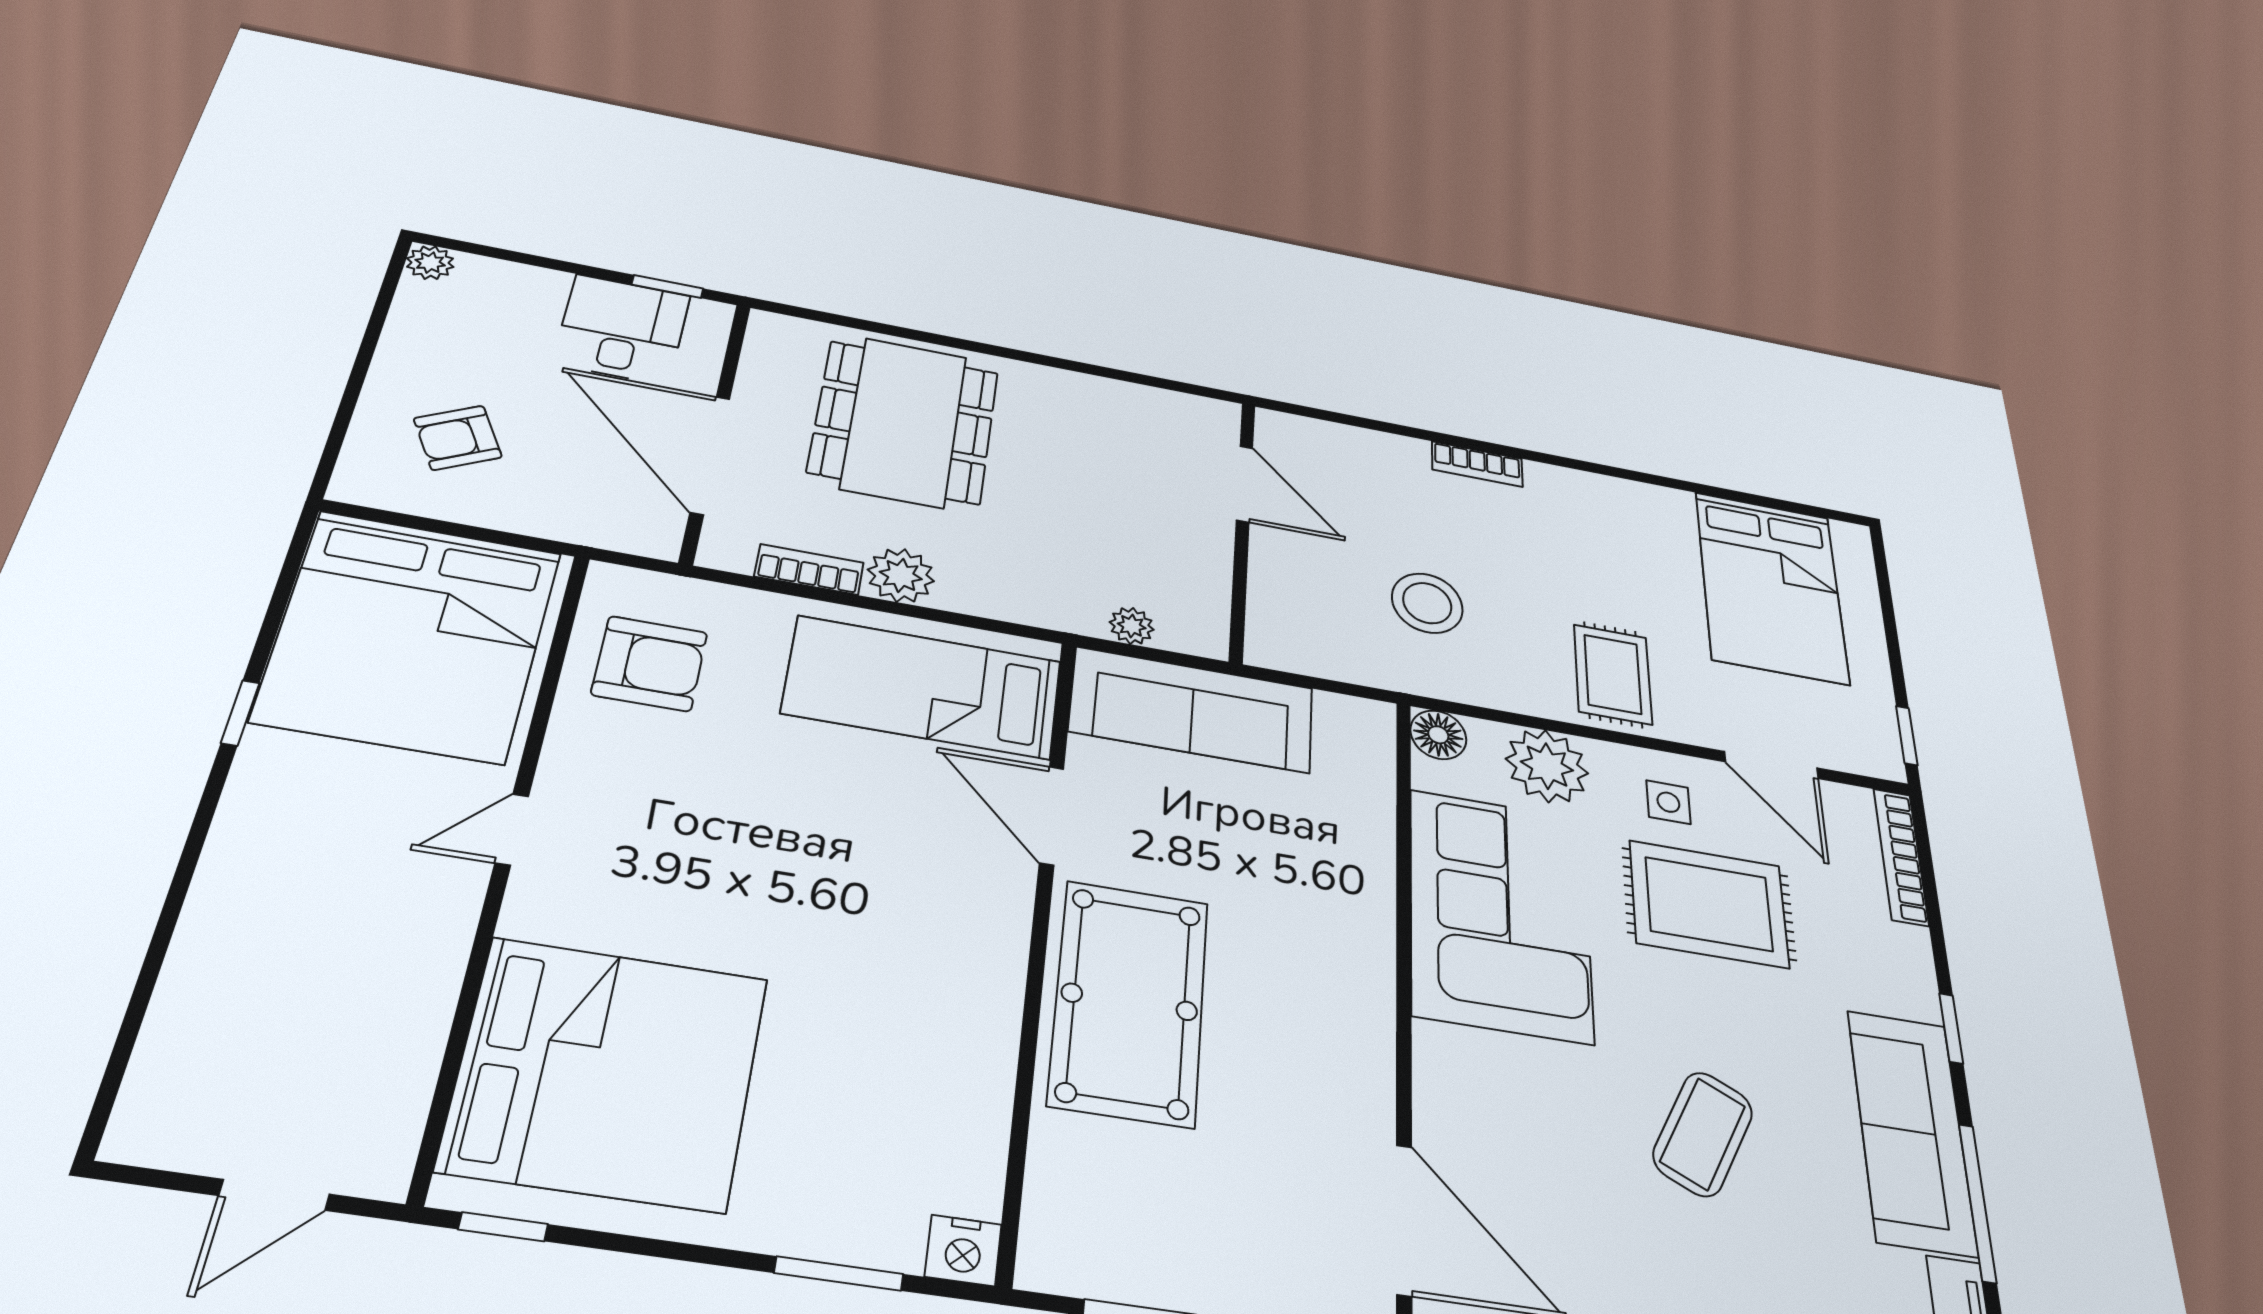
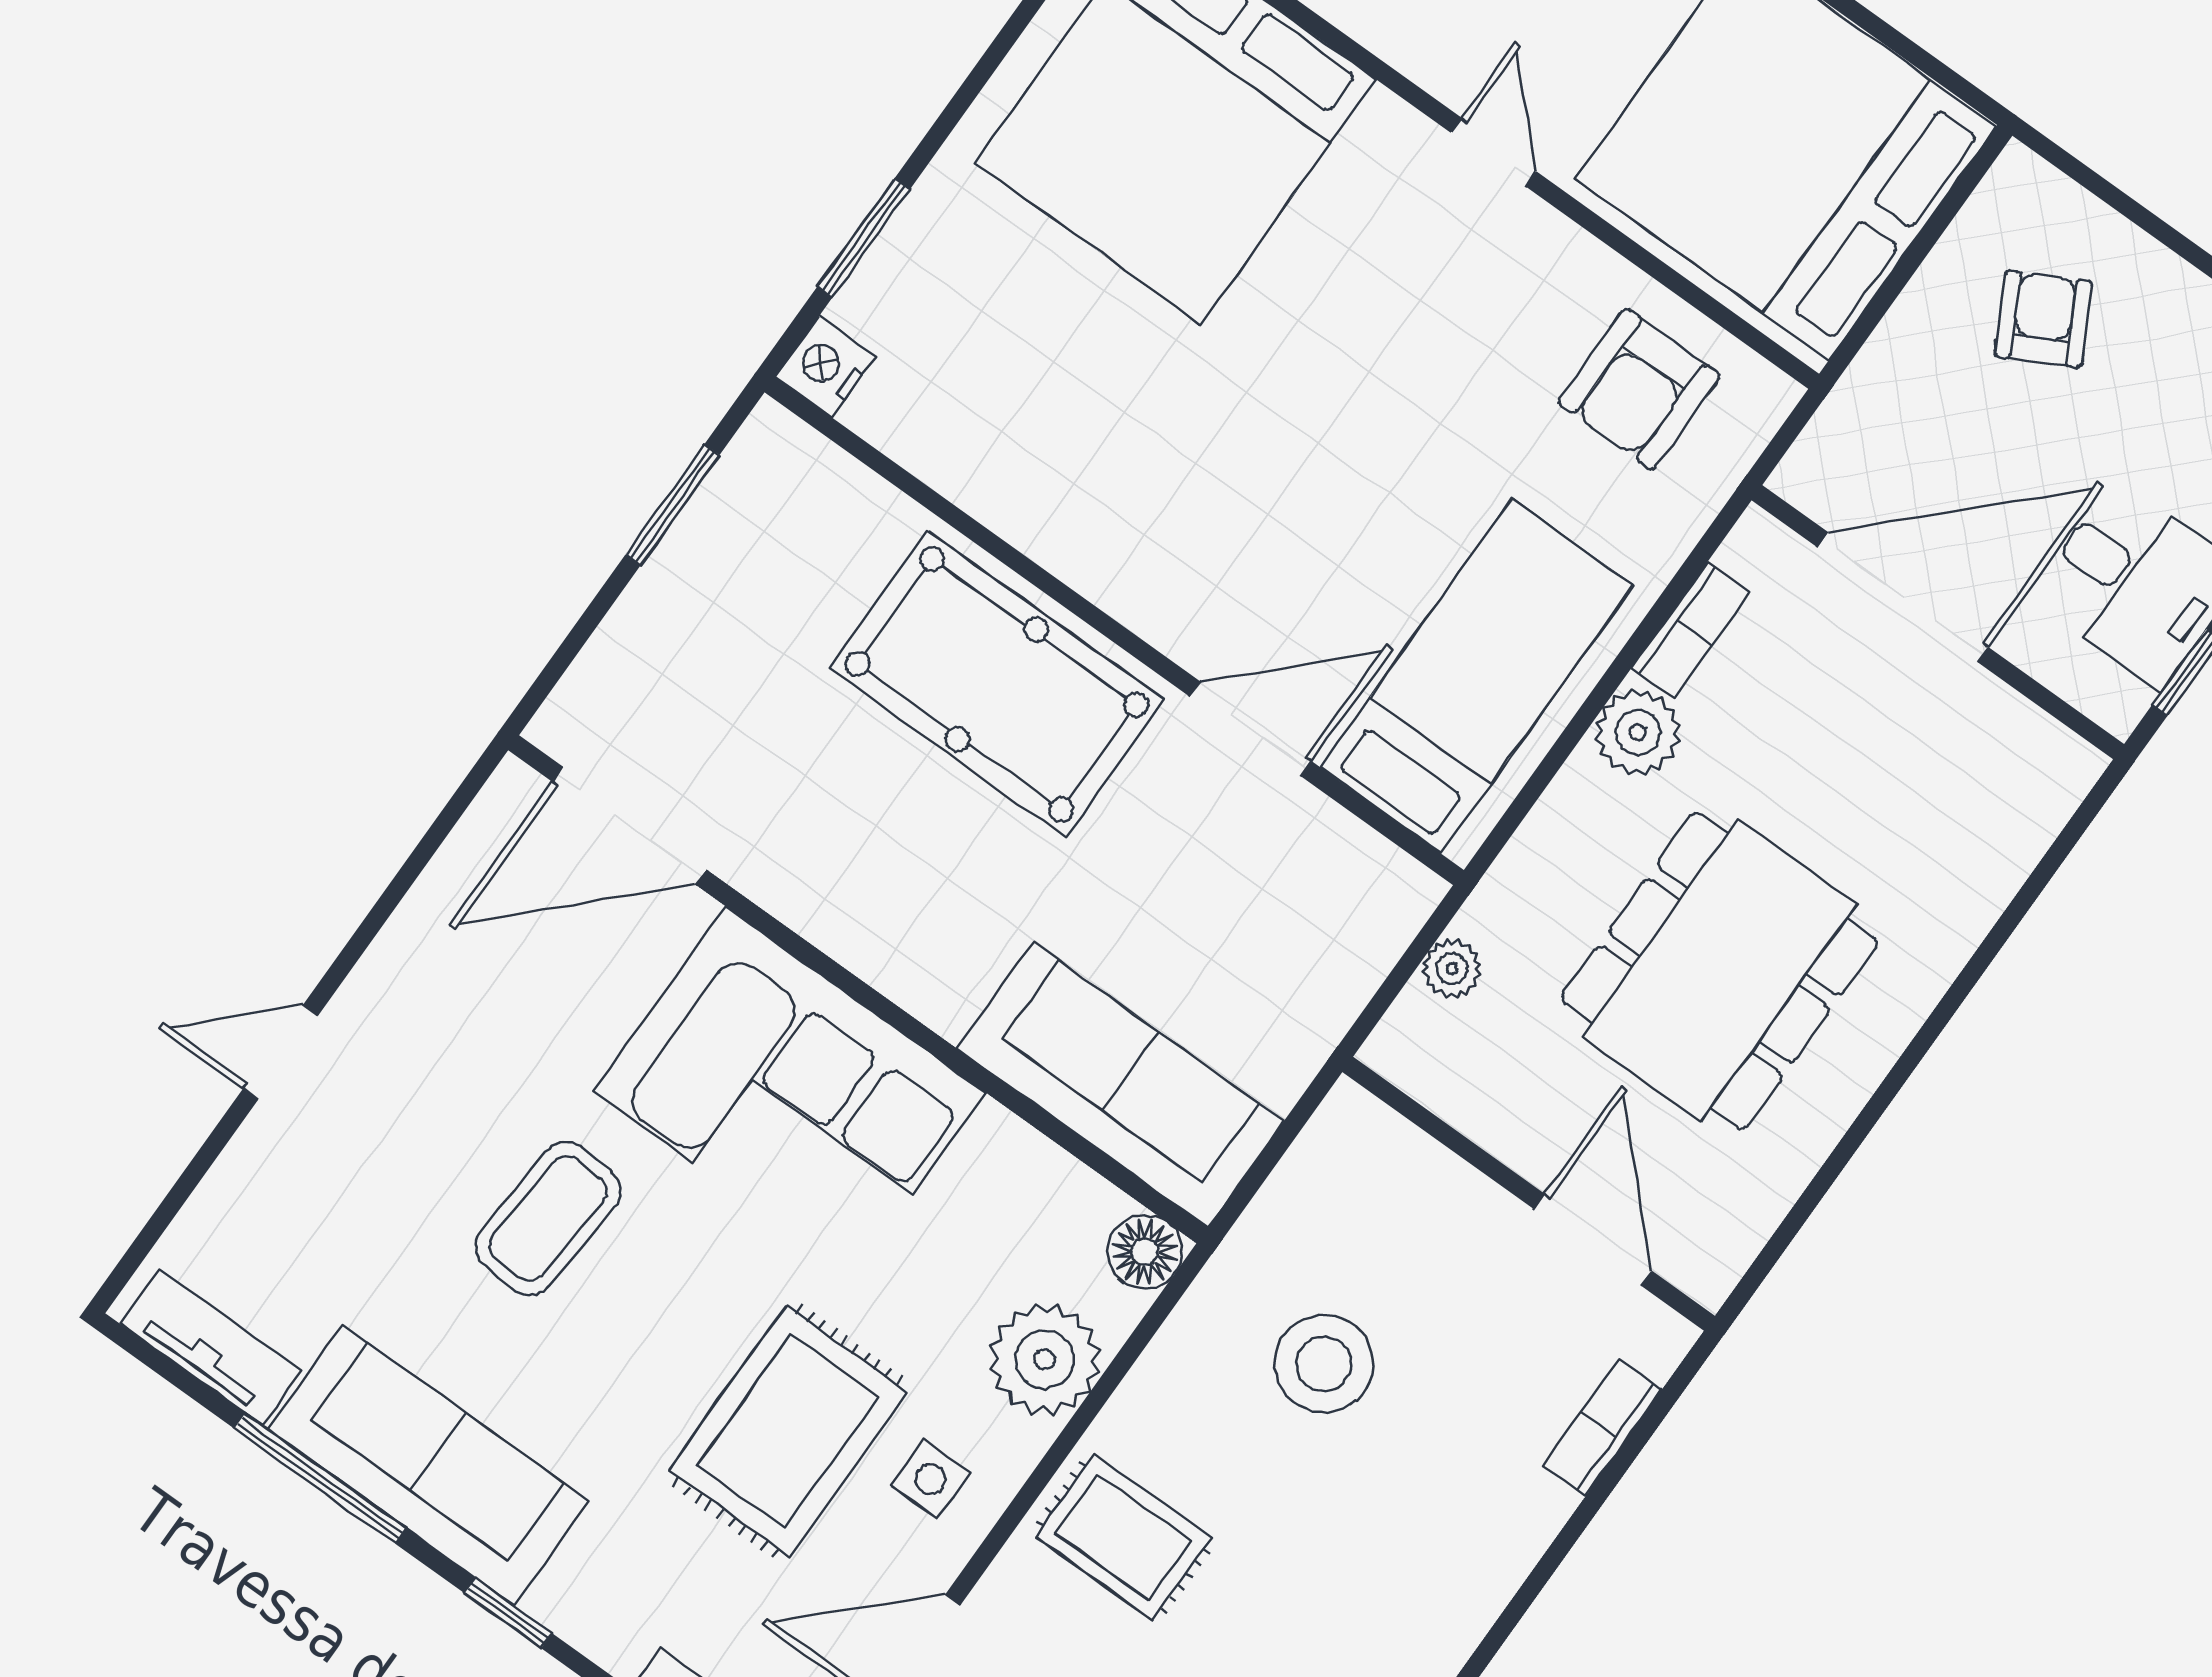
dining table: (904, 422) -> (1719, 971), moved, turned 90
bookcase: (1477, 464) -> (1602, 1428), moved
door: (1245, 484) -> (1593, 1240), swing flipped
sofa: (1192, 710) -> (1120, 1085), moved, turned 90
corner sofa: (1500, 914) -> (790, 1092), moved
coffee table: (1703, 1134) -> (548, 1218), turned 68

